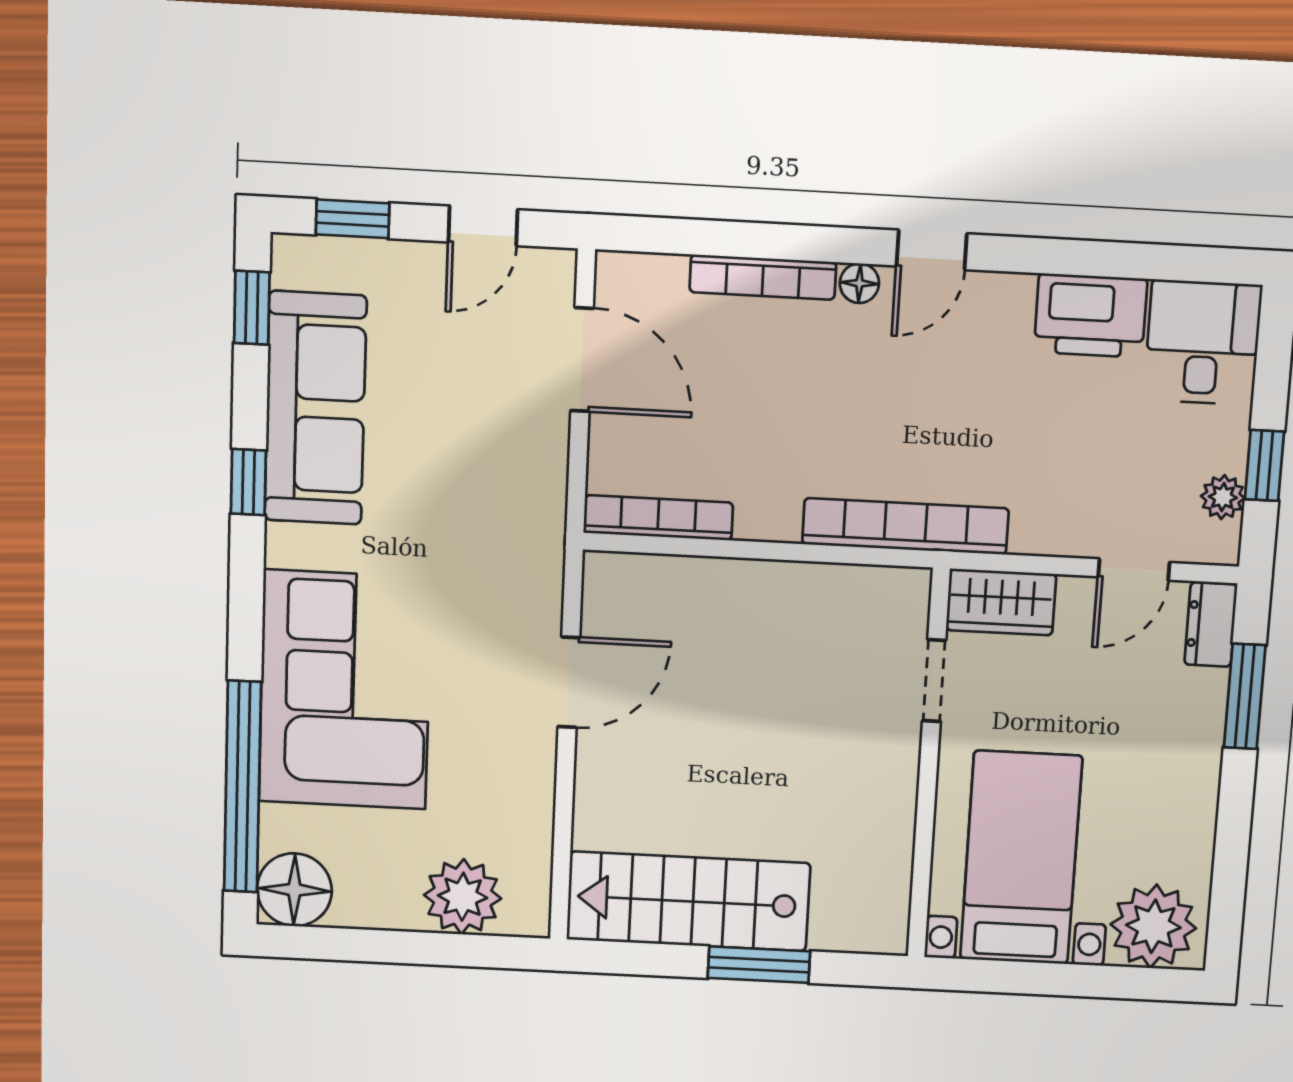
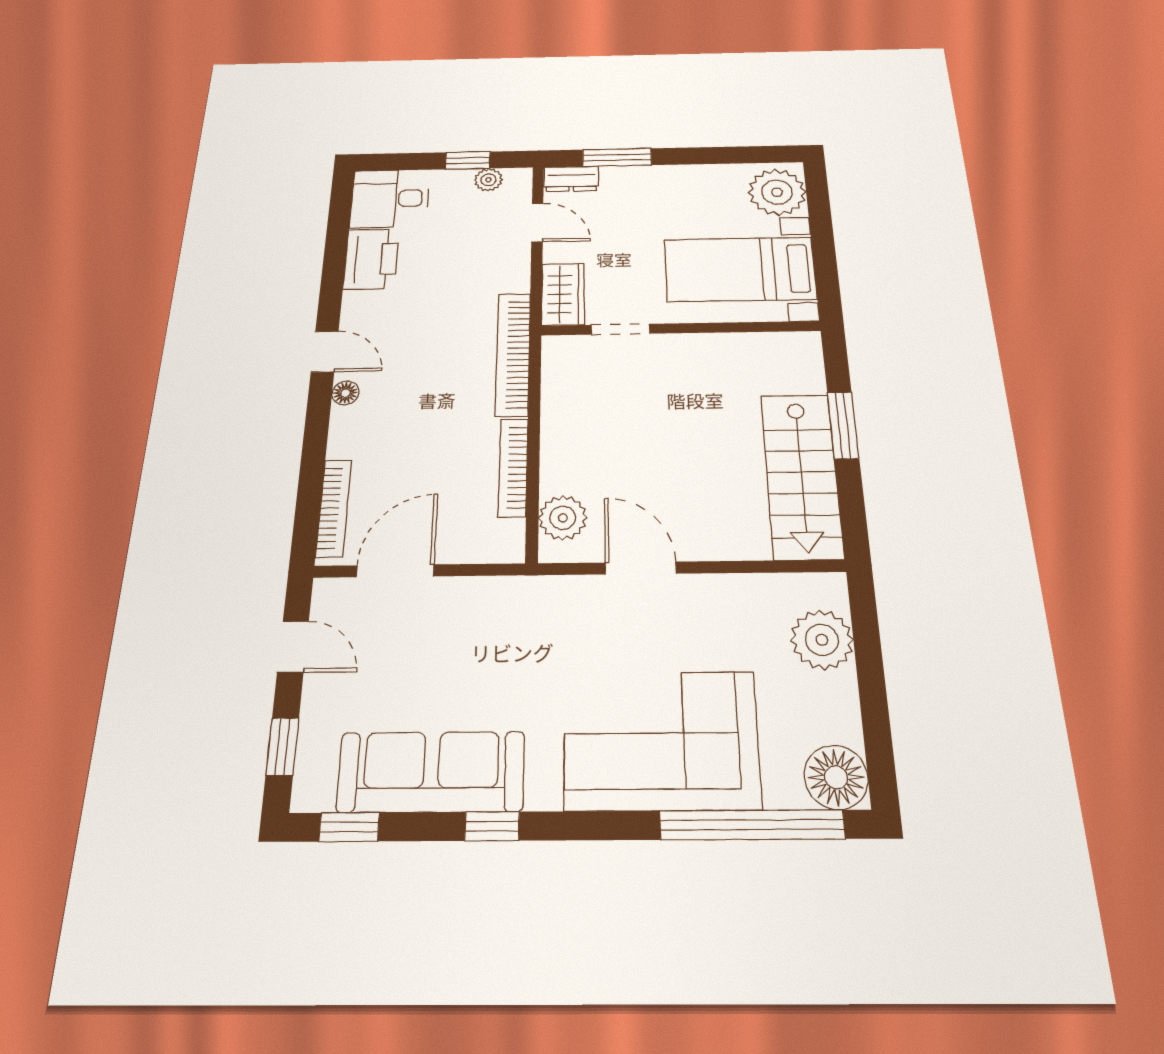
bookcase: (763, 277) -> (334, 508), moved
bookcase: (658, 518) -> (513, 467), moved
plant: (646, 585) -> (563, 518), added

